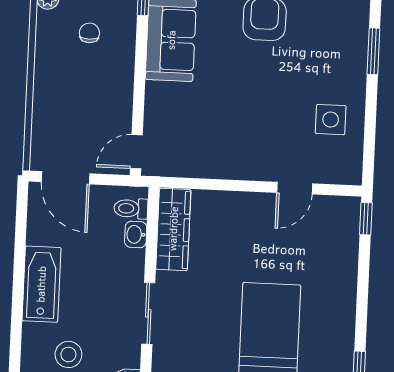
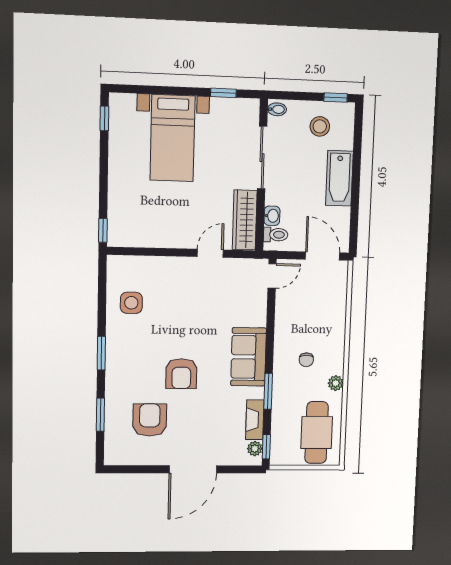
door: (295, 188) -> (210, 253), moved
sliding door: (148, 313) -> (262, 158), width x1.37

